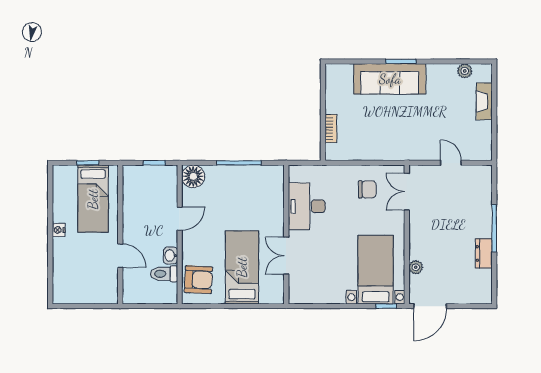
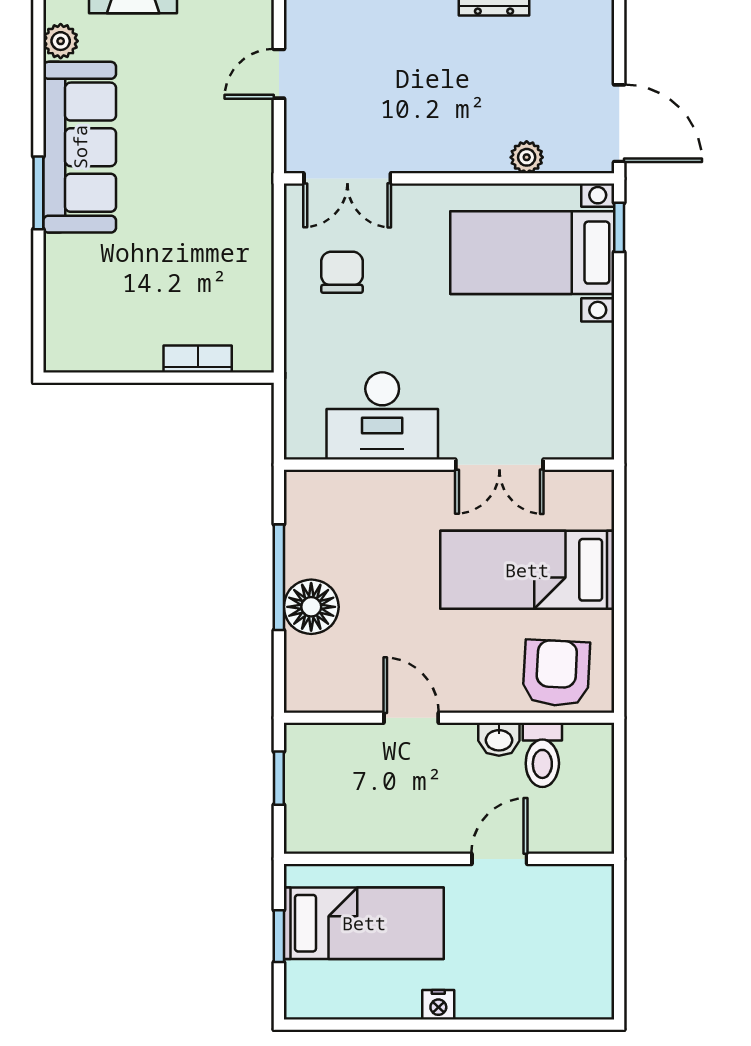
sofa: (390, 79) -> (80, 147), moved
floor lamp: (193, 176) -> (311, 607), moved

